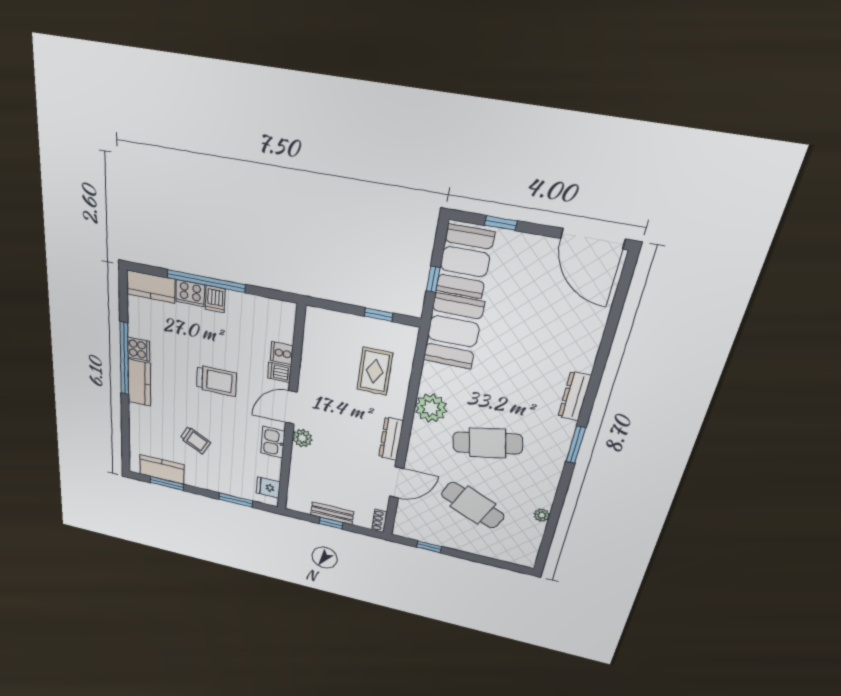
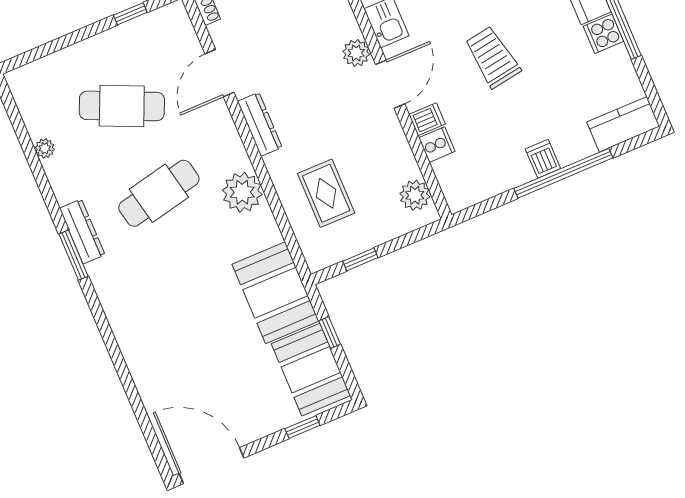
cooker: (190, 293) -> (574, 147), removed
plant: (315, 332) -> (415, 195), added
trolley: (216, 381) -> (492, 57), turned 81
dresser: (575, 396) -> (82, 231), moved

